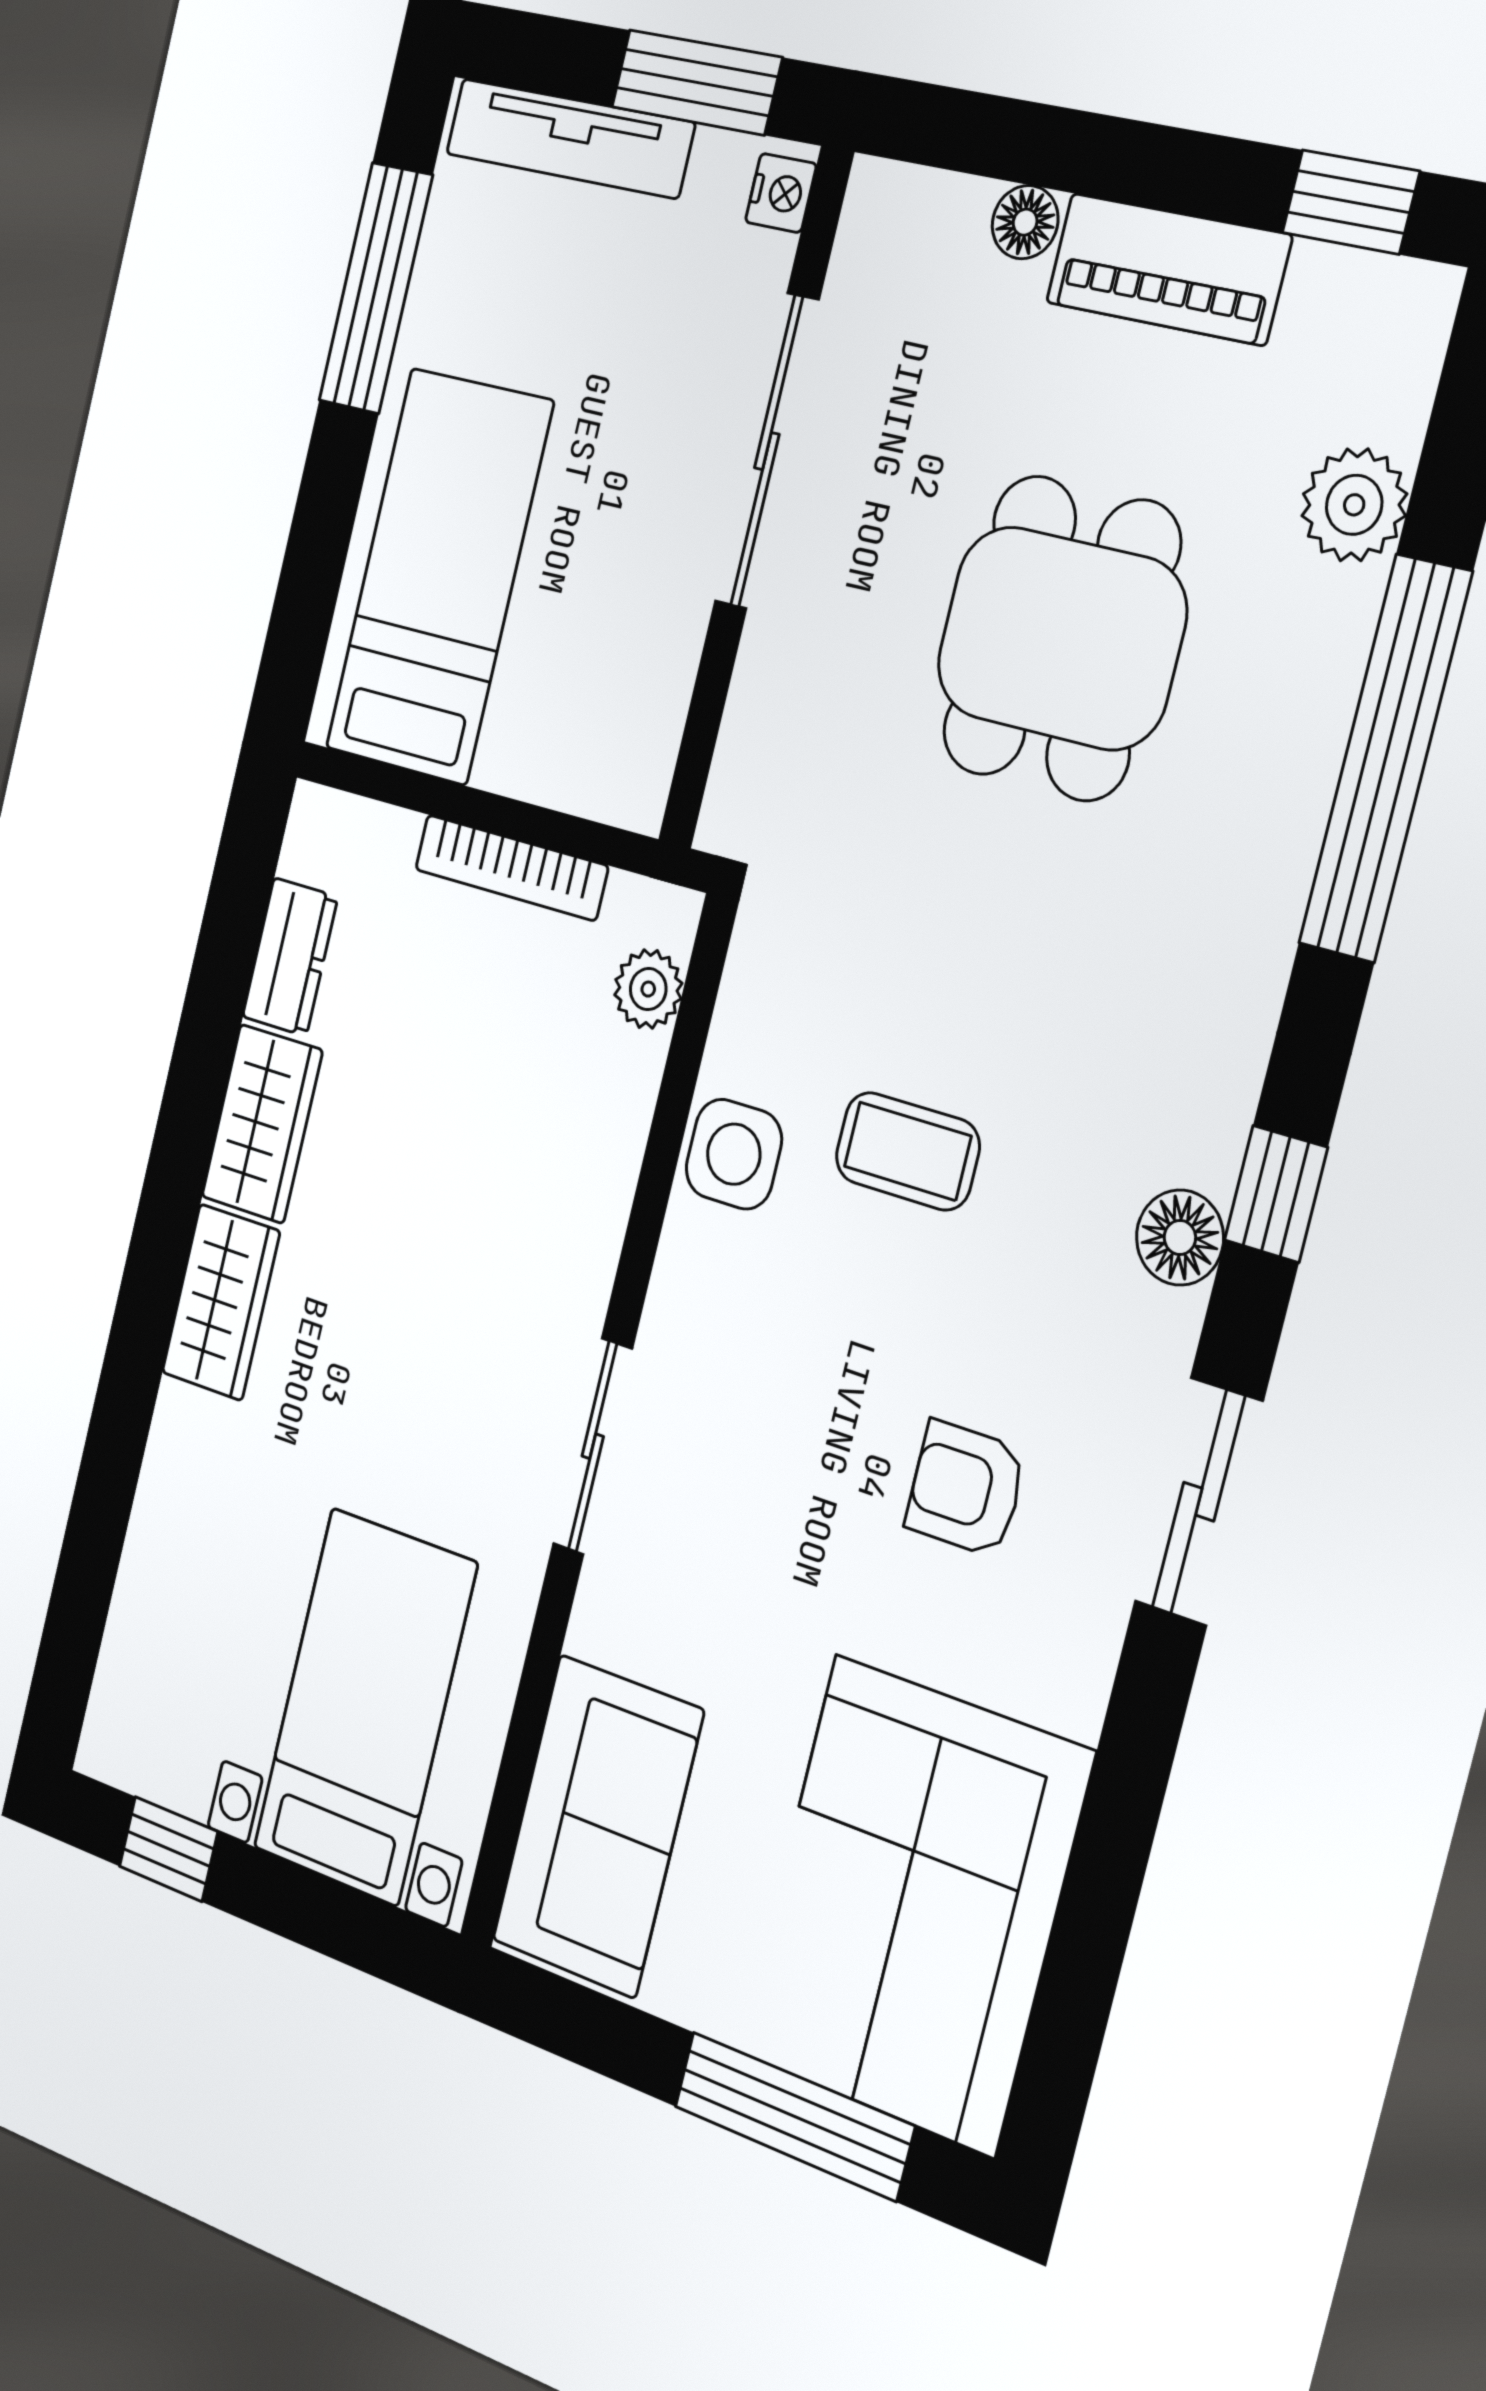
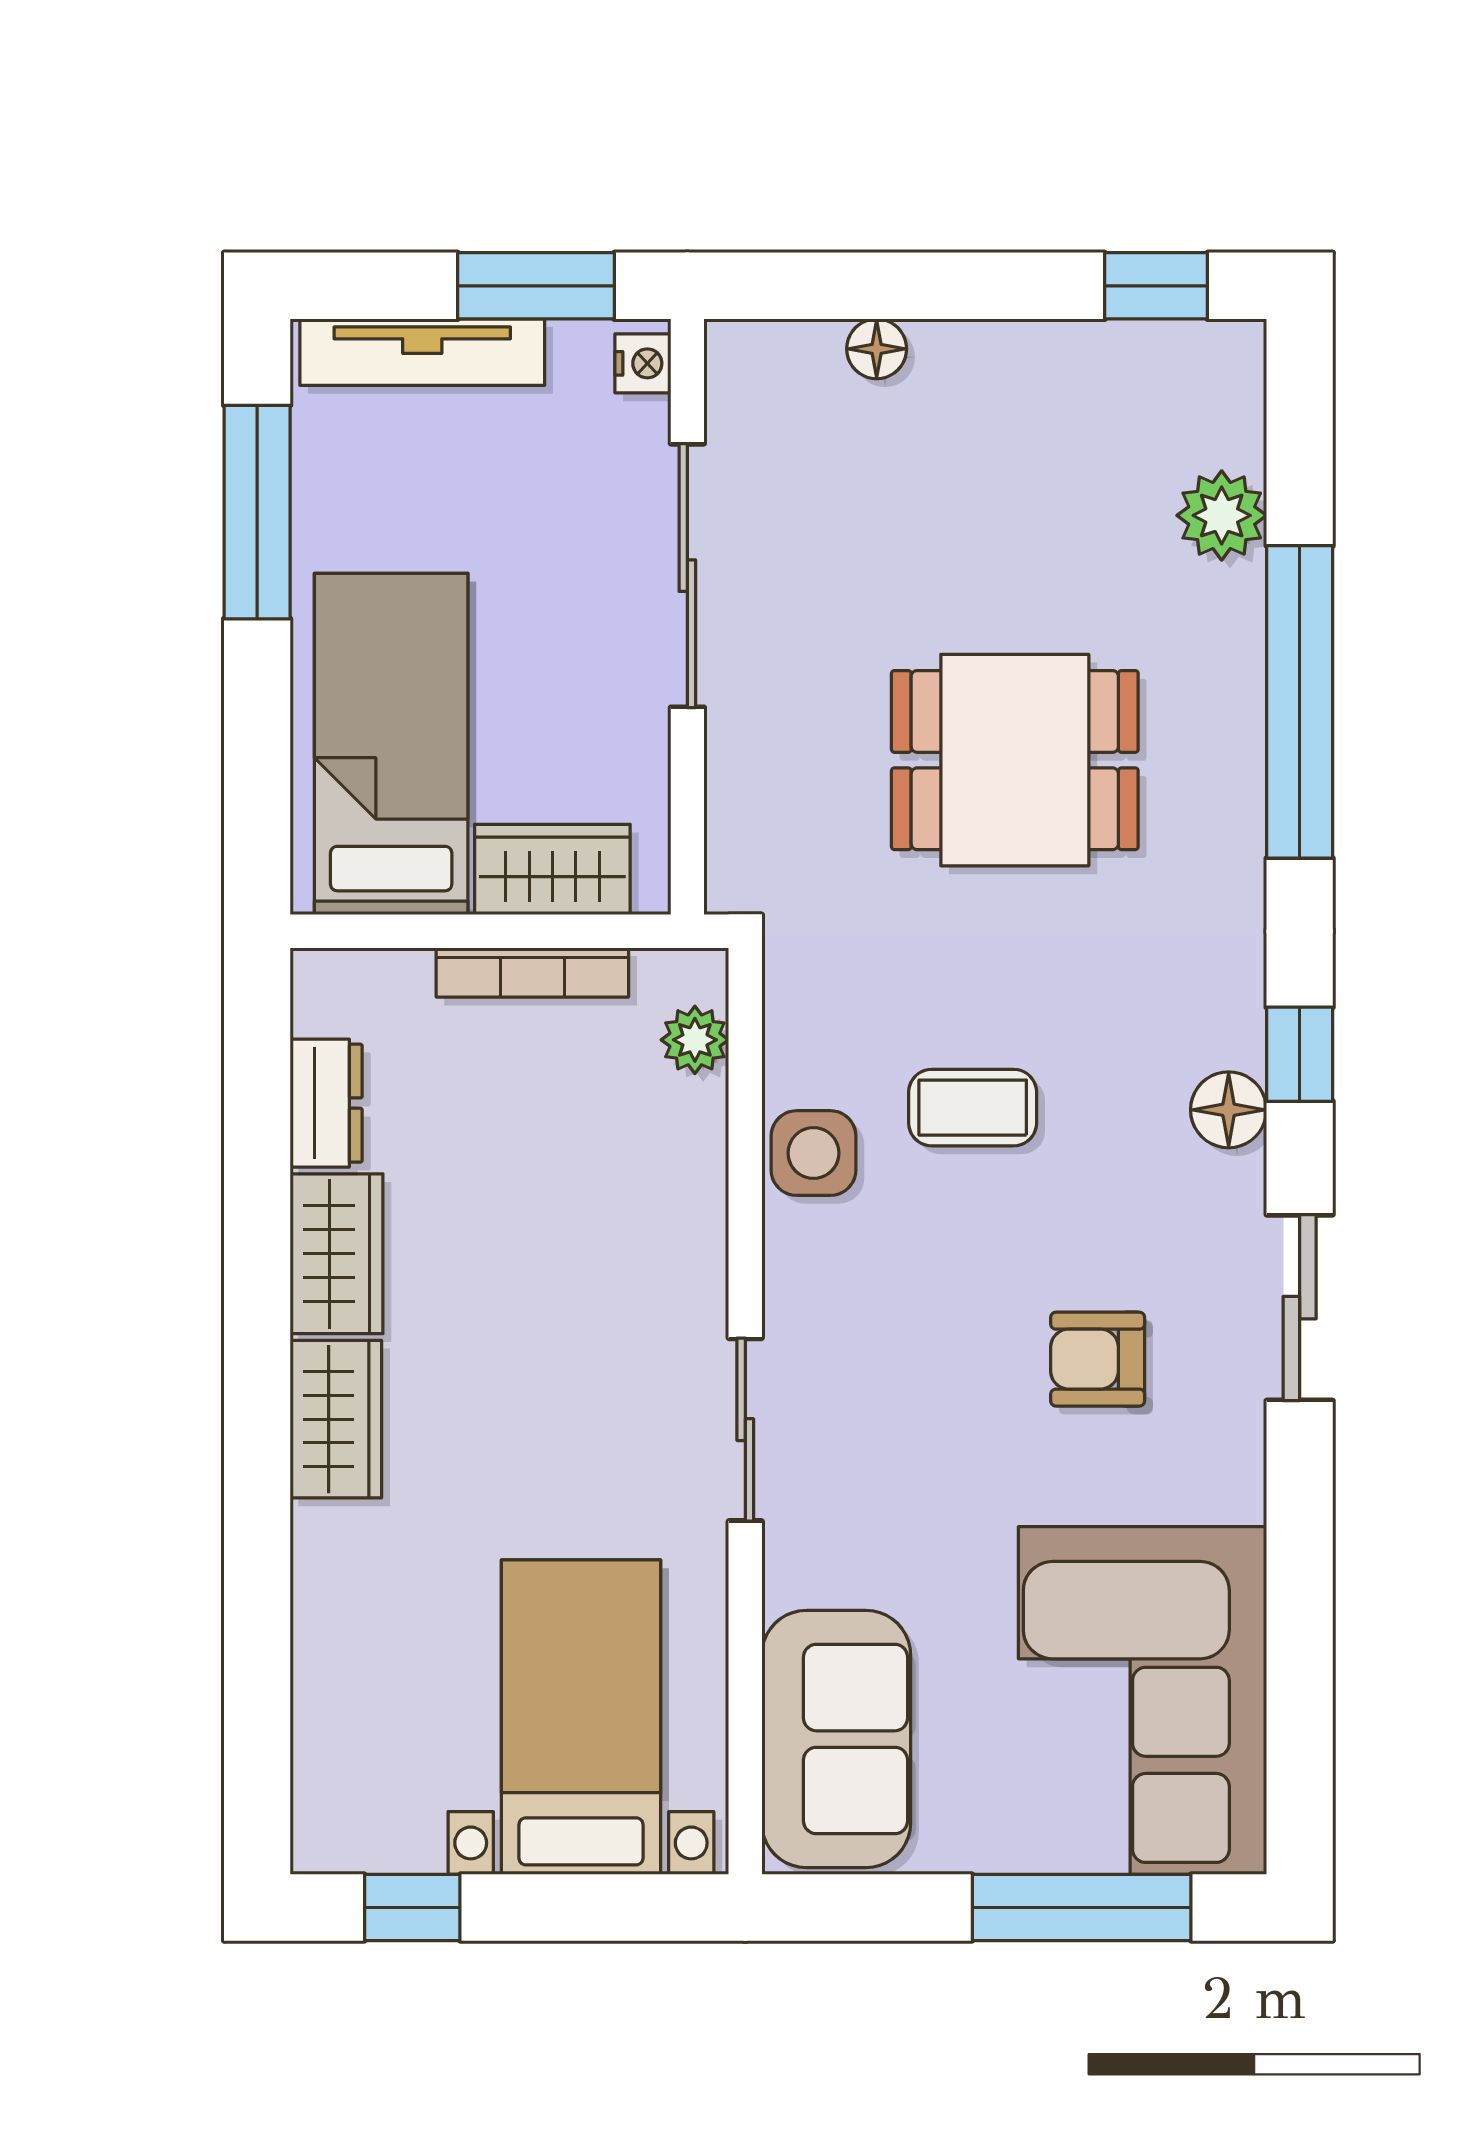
piano: (1168, 269) -> (1014, 364), removed
dining table: (1061, 638) -> (1015, 760), moved, turned 90
wardrobe: (557, 757) -> (552, 870), added

